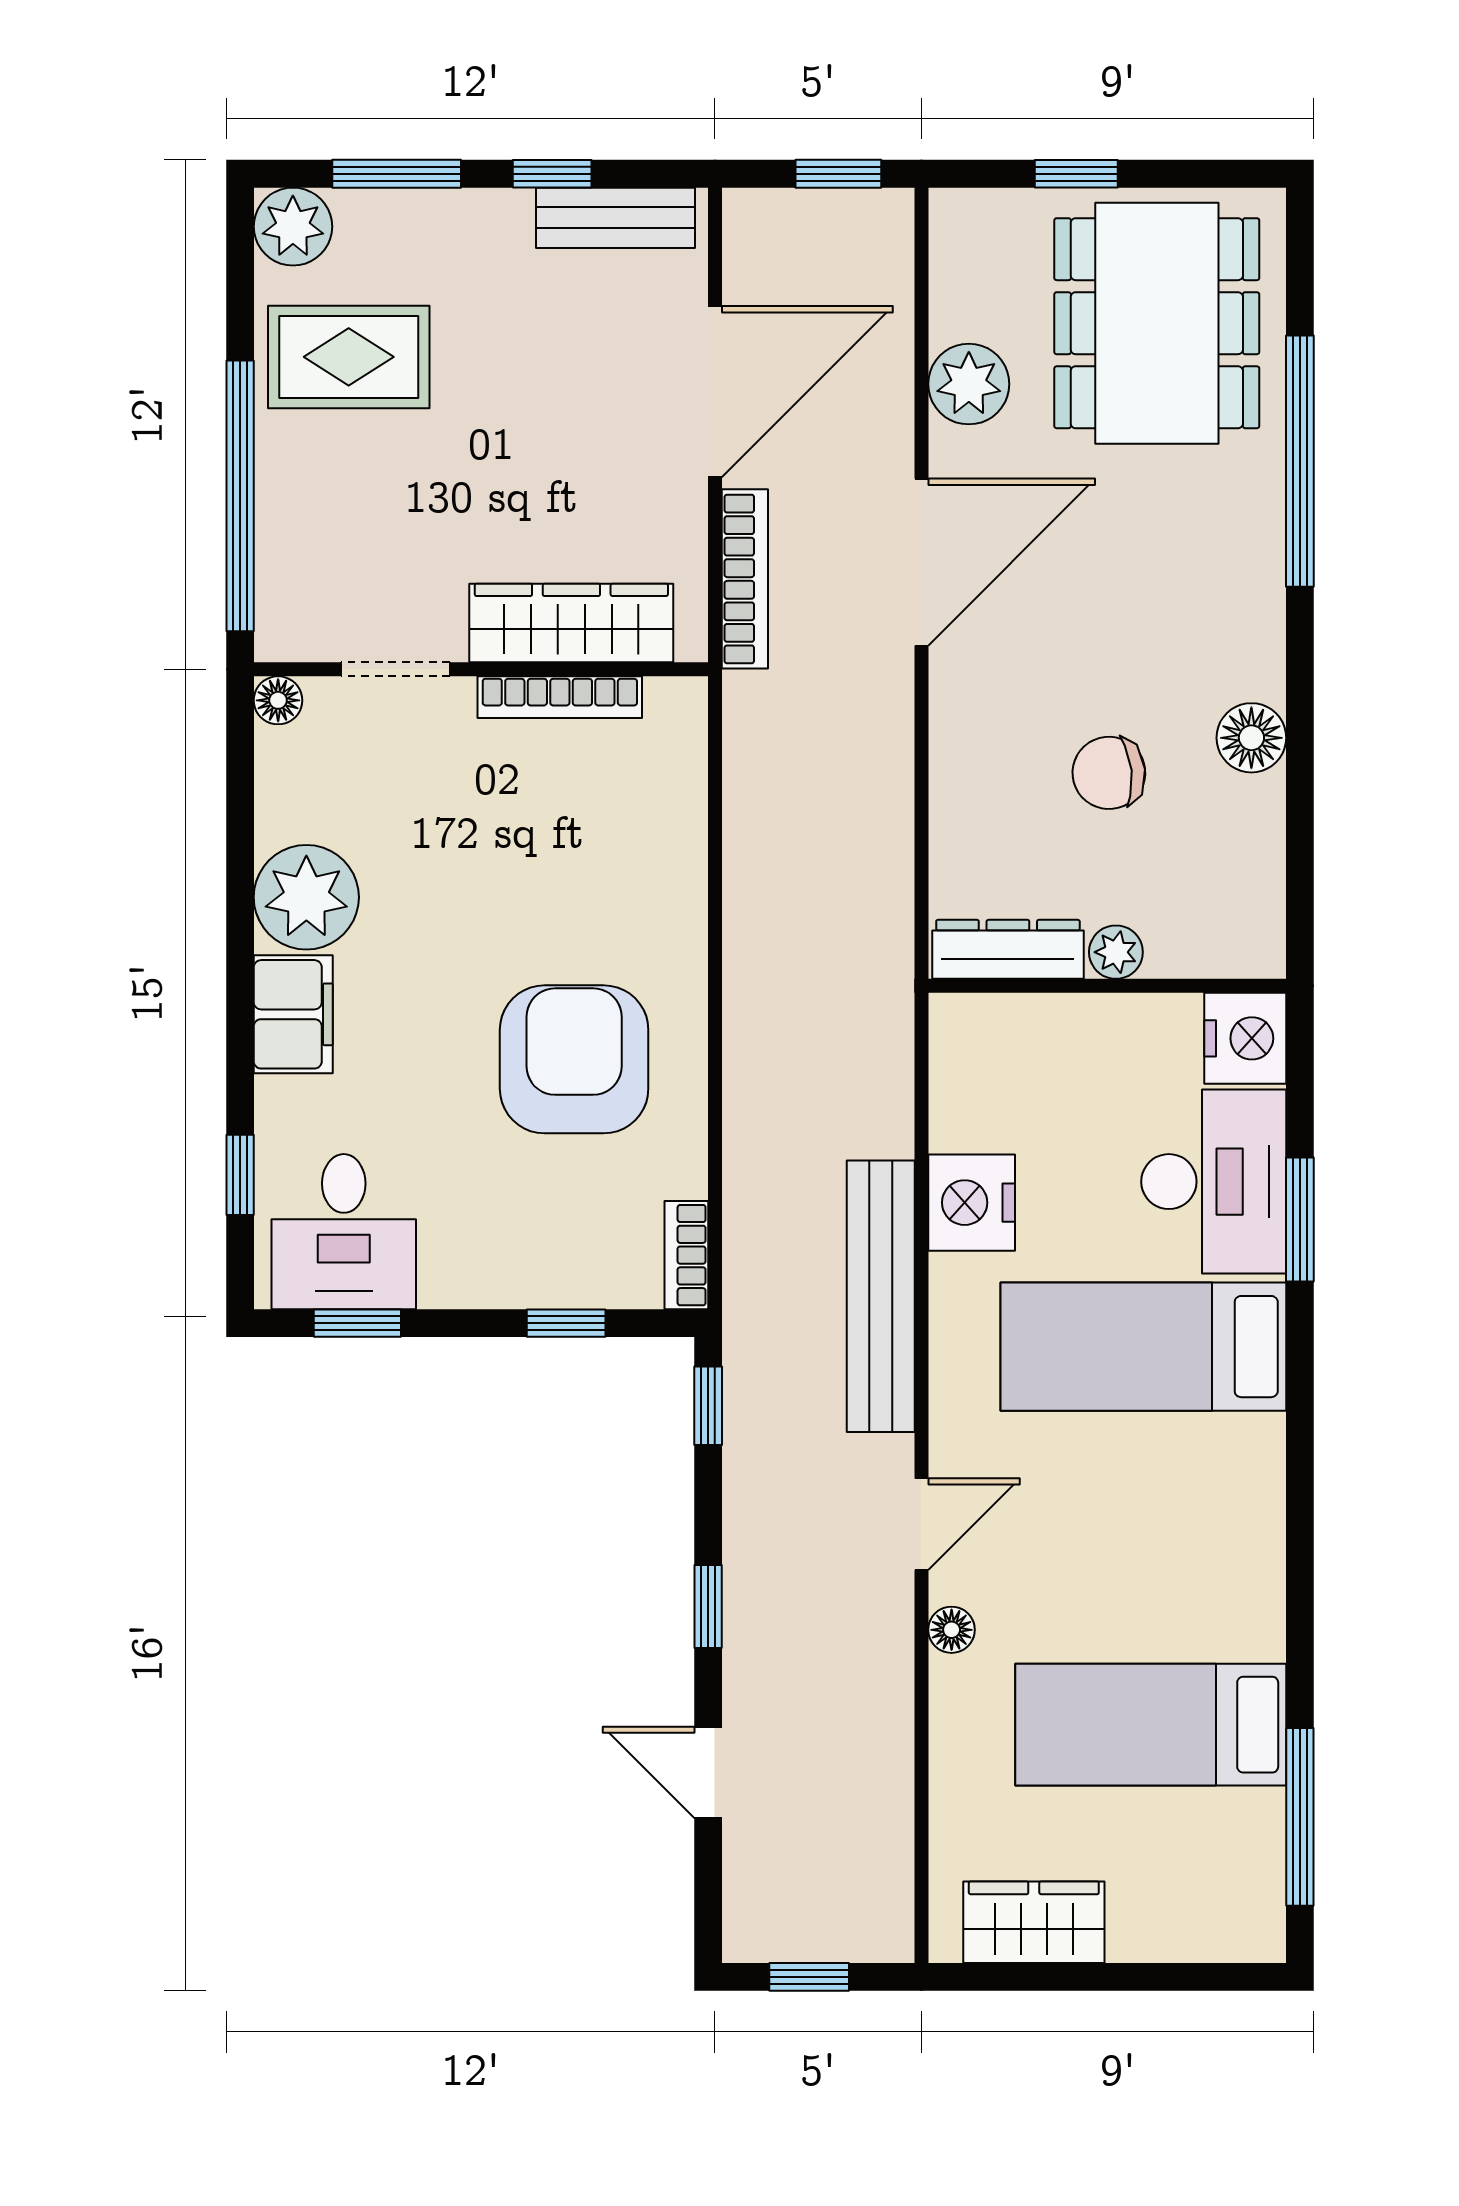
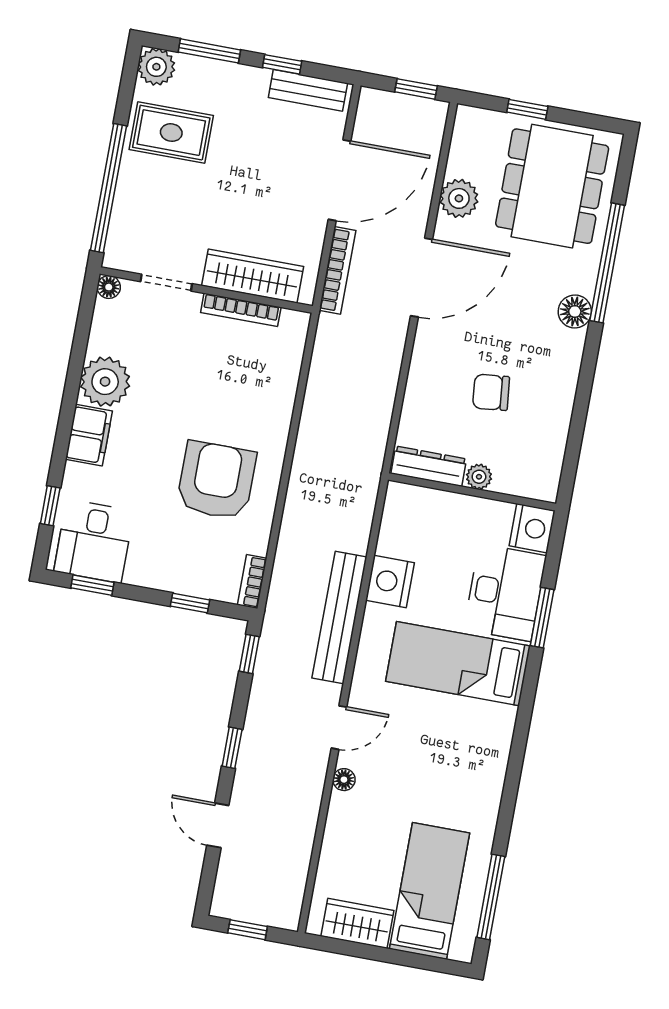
floor lamp: (1251, 738) -> (575, 311), moved
bed: (1151, 1725) -> (429, 891), moved, turned 90

